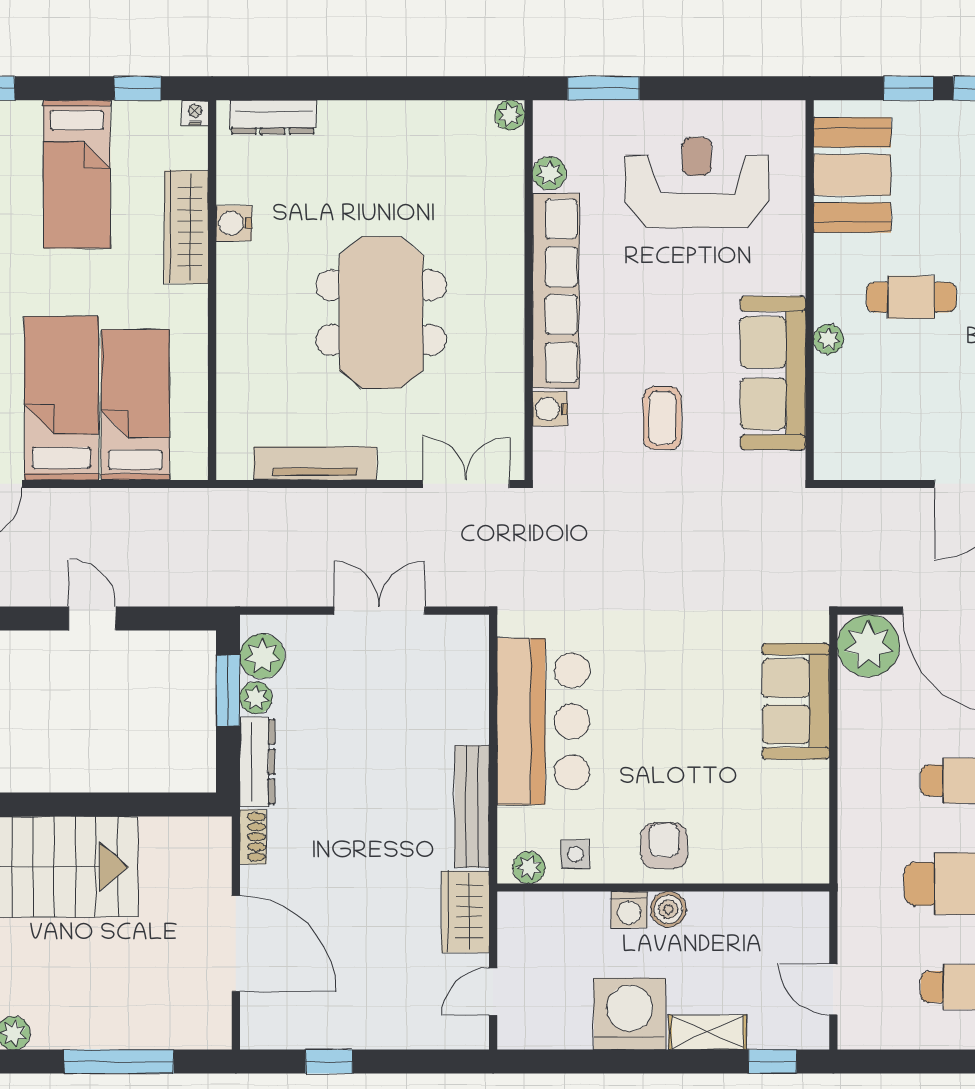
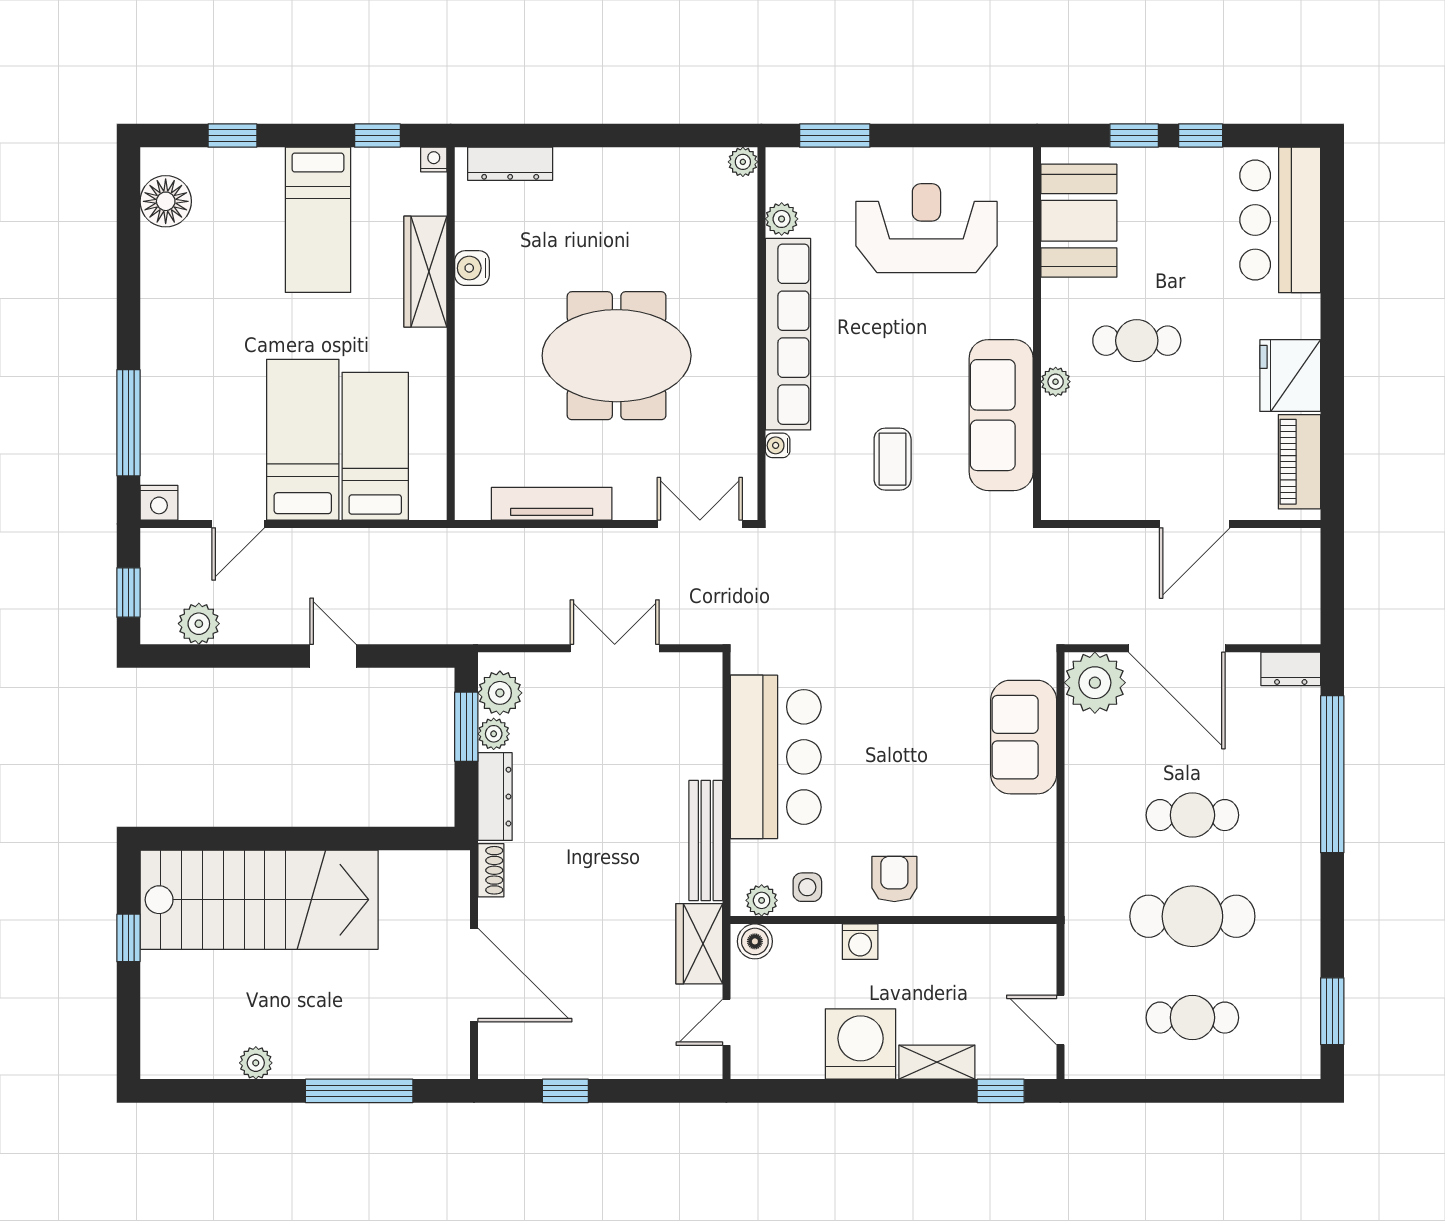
meeting table: (381, 313) -> (617, 356), turned 90
water cooler: (550, 409) -> (778, 445), width x0.72, depth x0.72
boiler: (668, 909) -> (755, 941), moved

